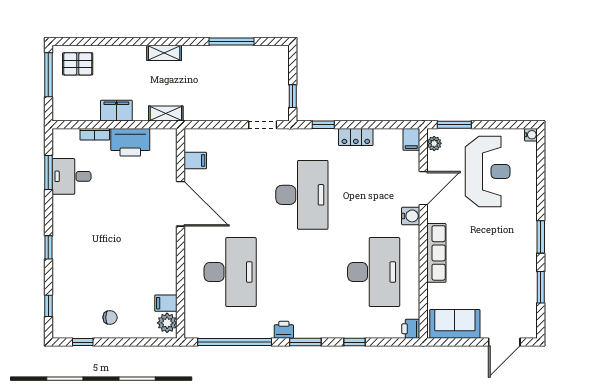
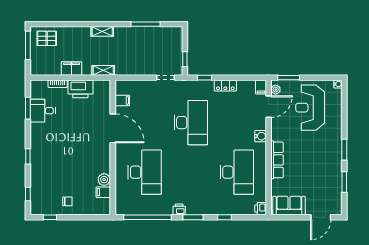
reception desk: (488, 171) -> (310, 108), turned 180
door: (423, 188) -> (269, 107), moved
plant: (167, 323) -> (104, 180), moved

